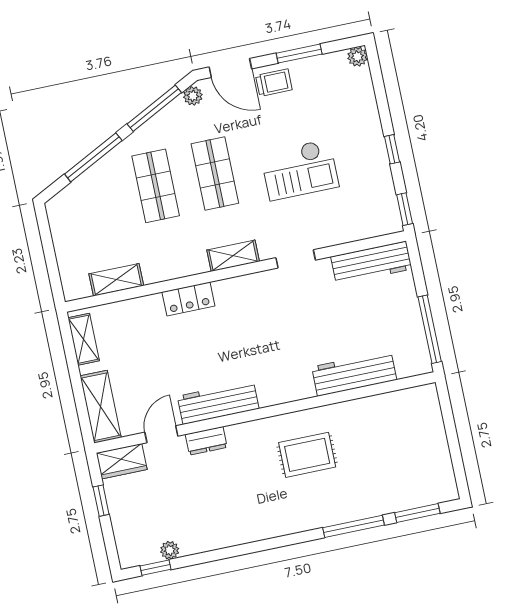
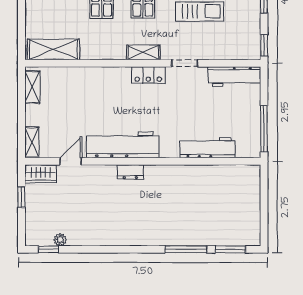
shelving: (116, 280) -> (54, 50), width x1.50, depth x1.33
locker: (188, 299) -> (148, 75), moved
workbench: (218, 402) -> (123, 145), width x1.36, depth x1.32
shelving: (101, 407) -> (32, 142), width x0.67, depth x0.75
dresser: (206, 441) -> (130, 172), moved
rug: (307, 455) -> (165, 195), removed

